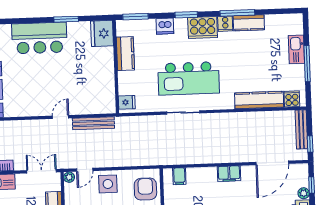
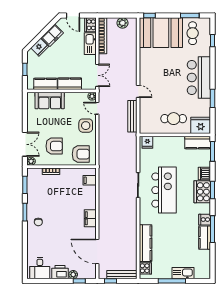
cooker: (203, 28) -> (202, 192), moved
kitchen counter: (125, 54) -> (198, 143), moved
cafe table: (94, 69) -> (174, 119), added
kitchen island: (189, 78) -> (164, 190), turned 180

